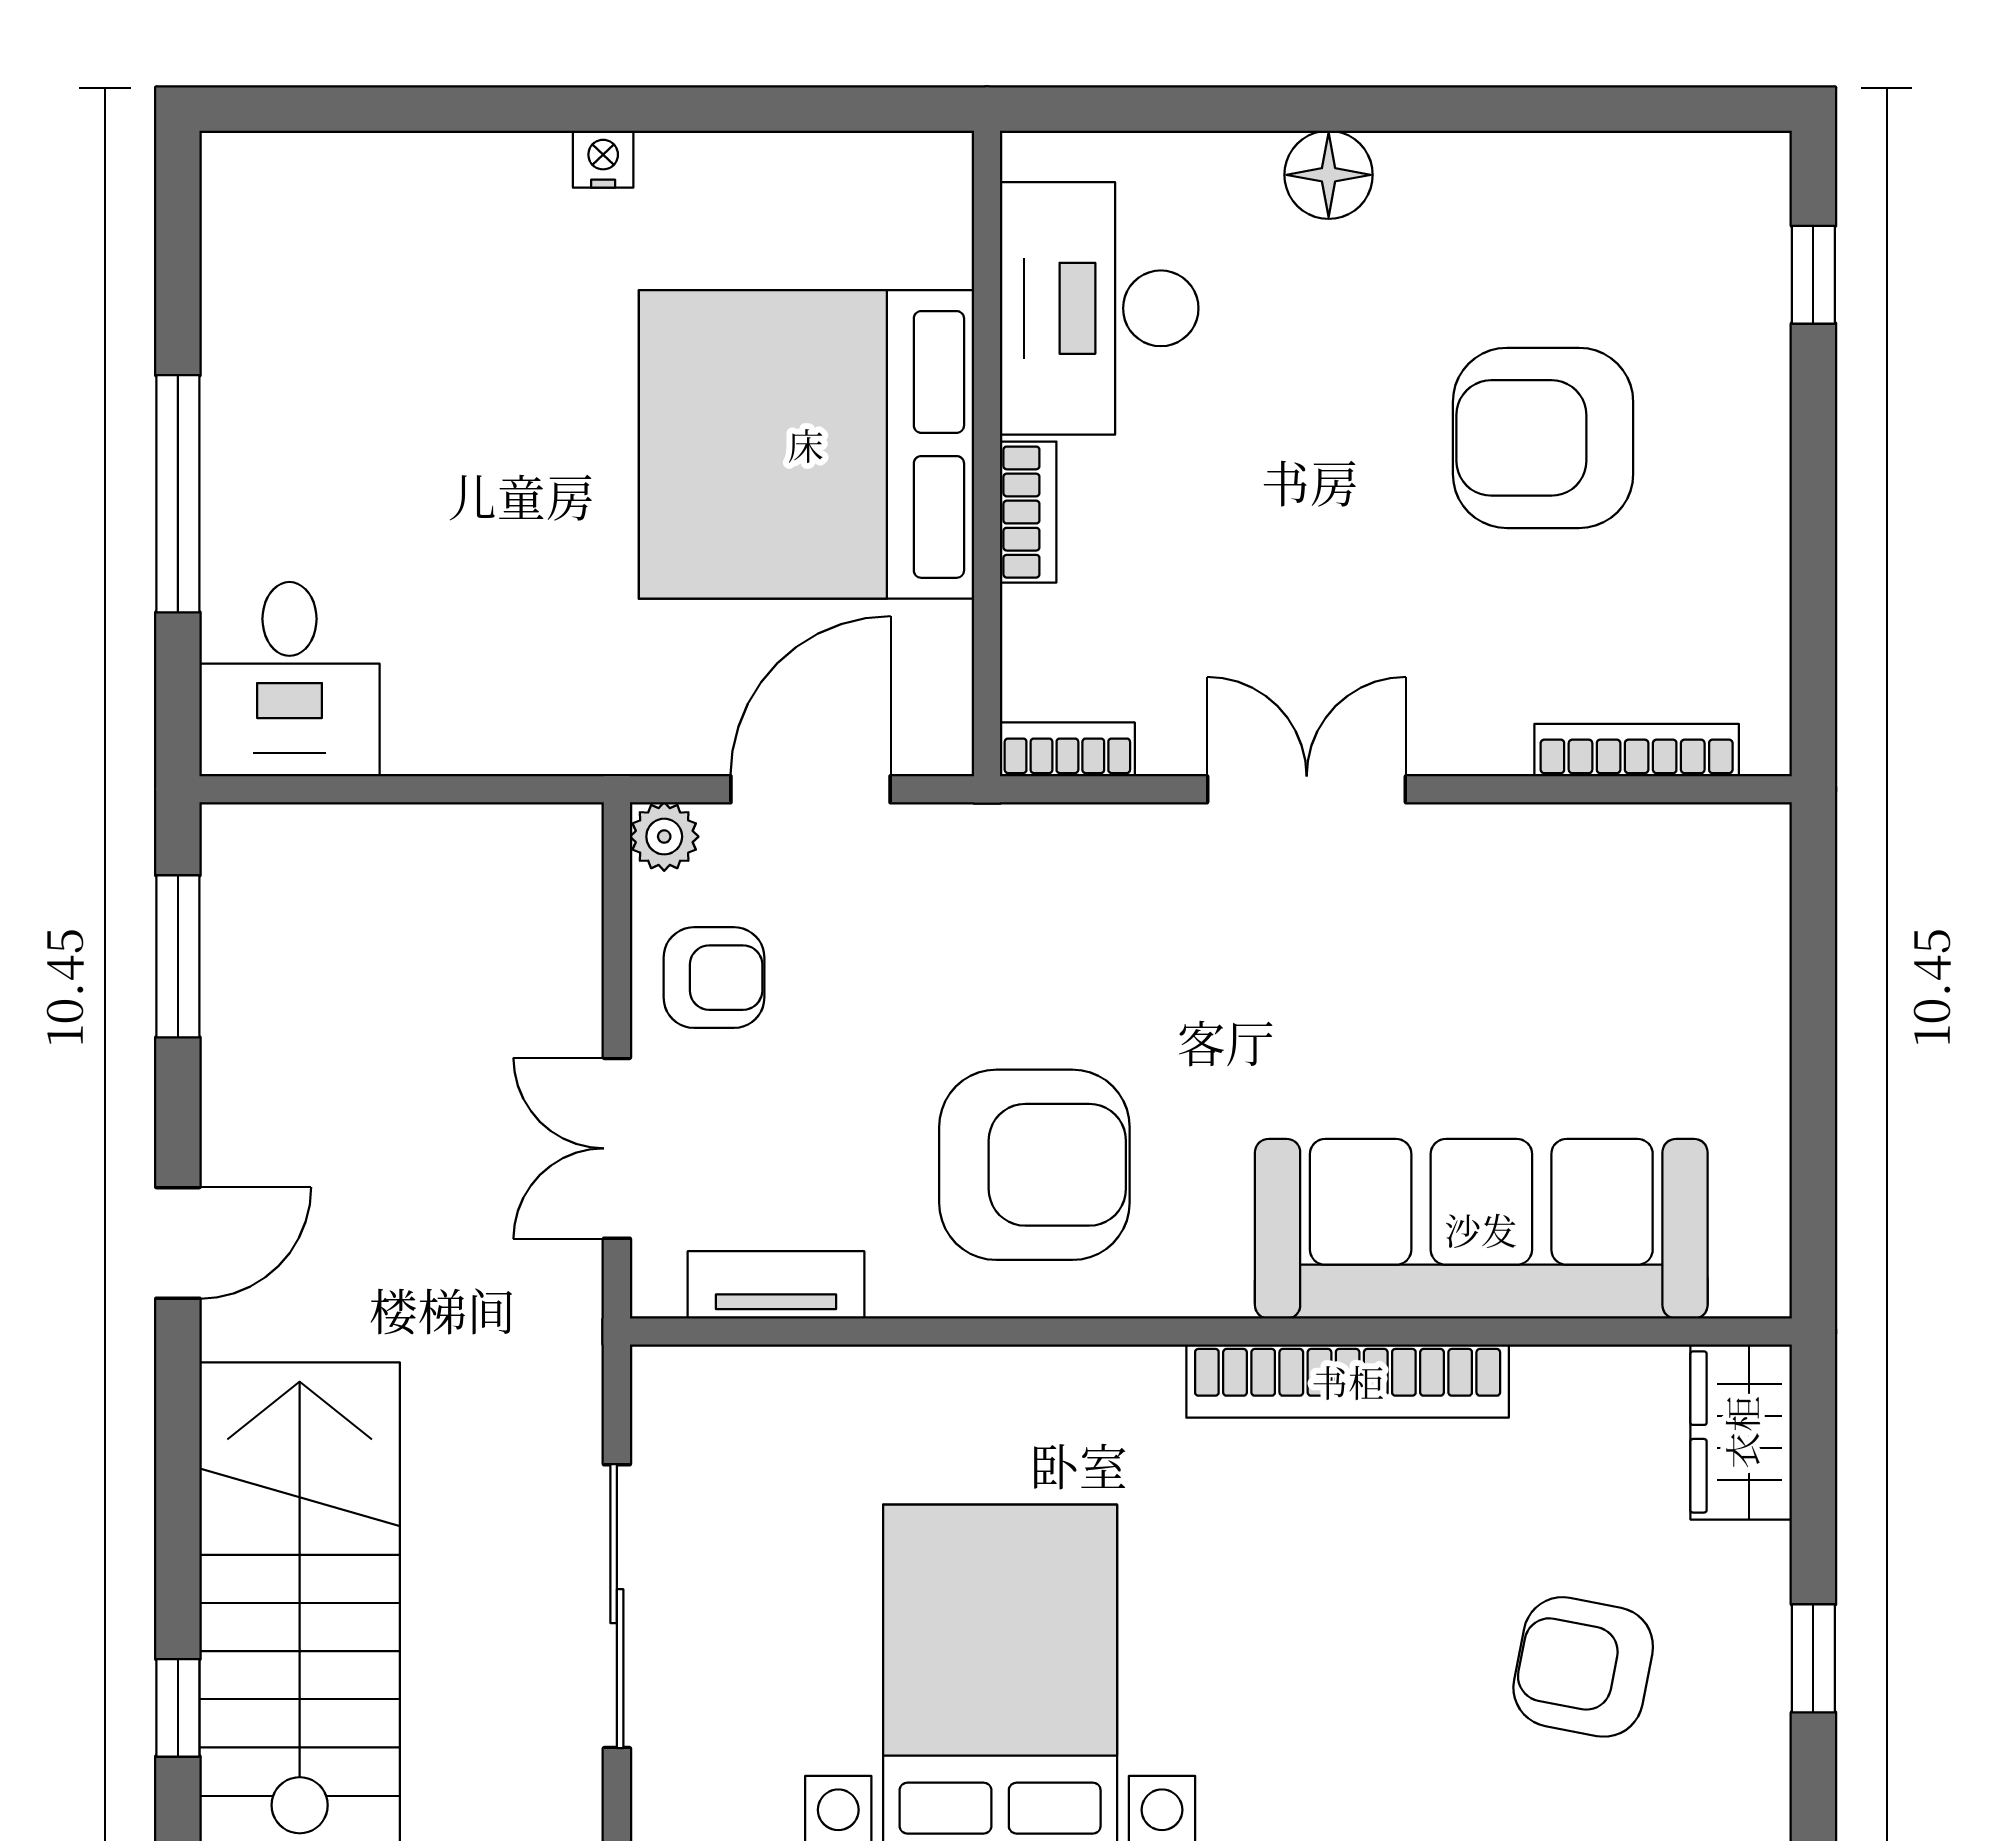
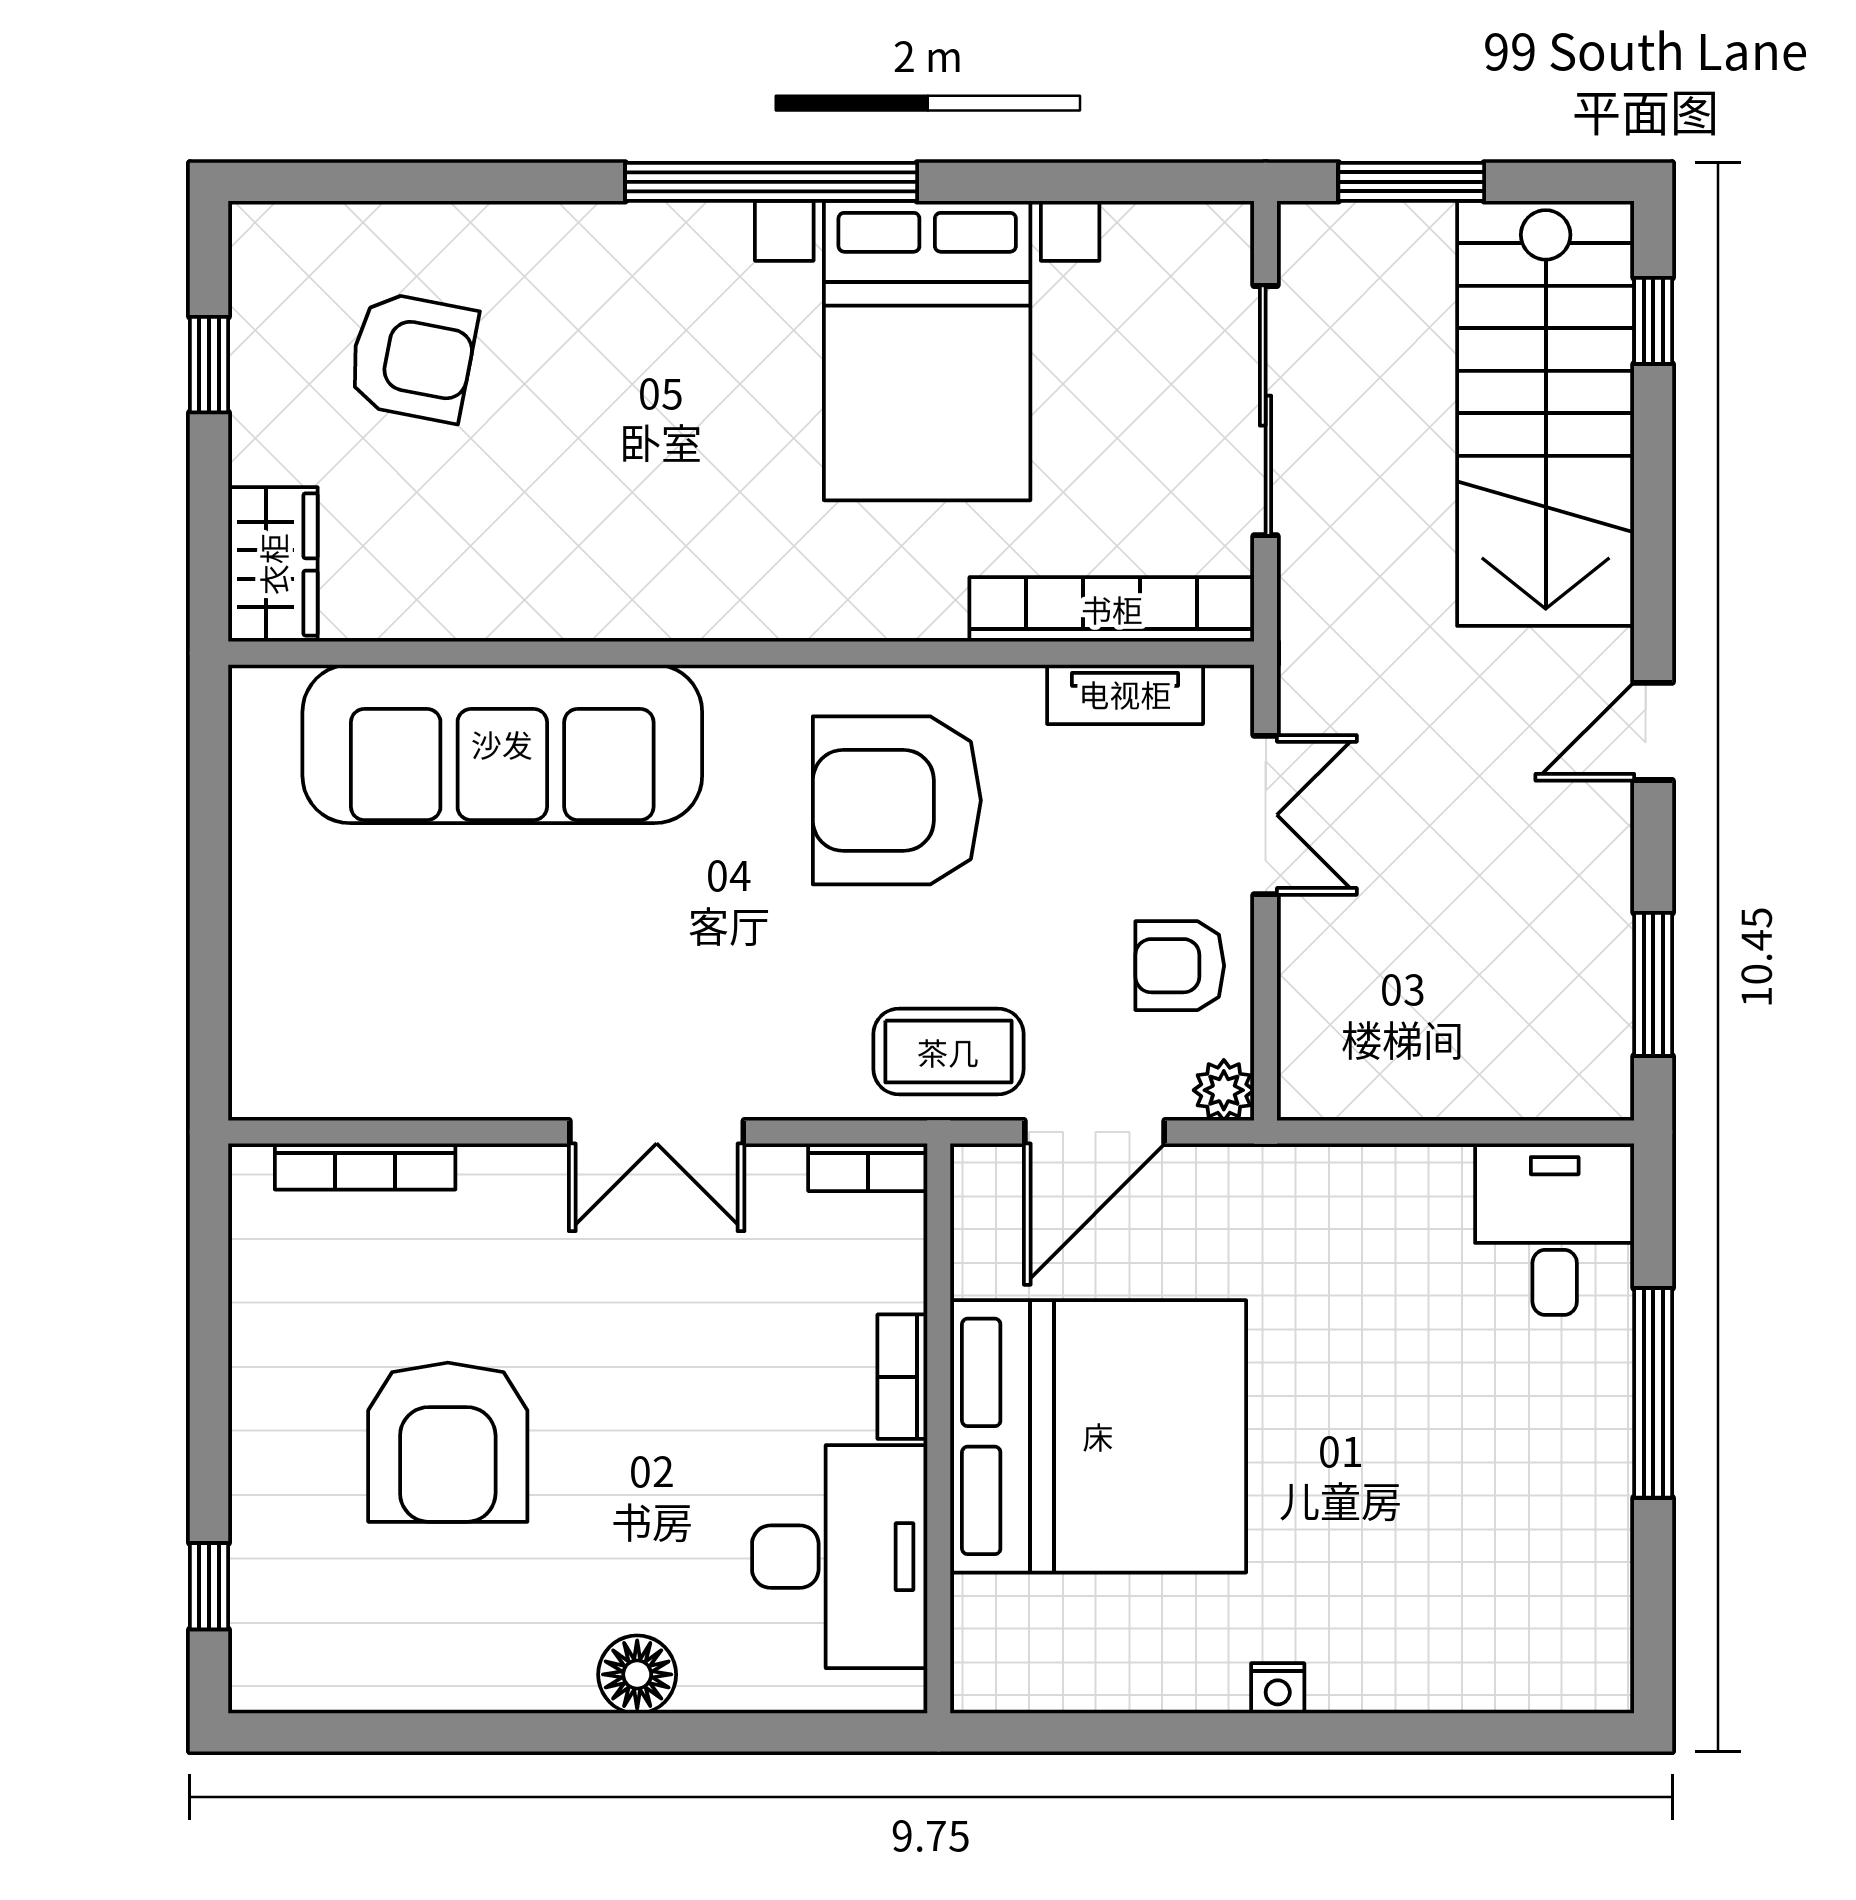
armchair: (1543, 438) -> (448, 1442), turned 90
coffee table: (976, 880) -> (948, 1052), added
bookcase: (1348, 1381) -> (1112, 609), moved

